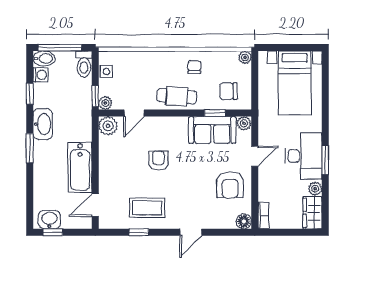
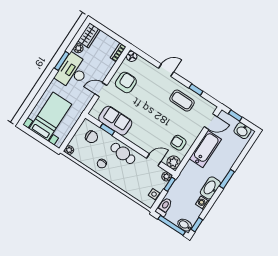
washing machine: (40, 75) -> (202, 203), moved
window: (30, 94) -> (197, 225), moved
plant: (244, 123) -> (95, 113), removed
armchair: (158, 161) -> (178, 143), moved, turned 90
window: (53, 232) -> (235, 115), moved

